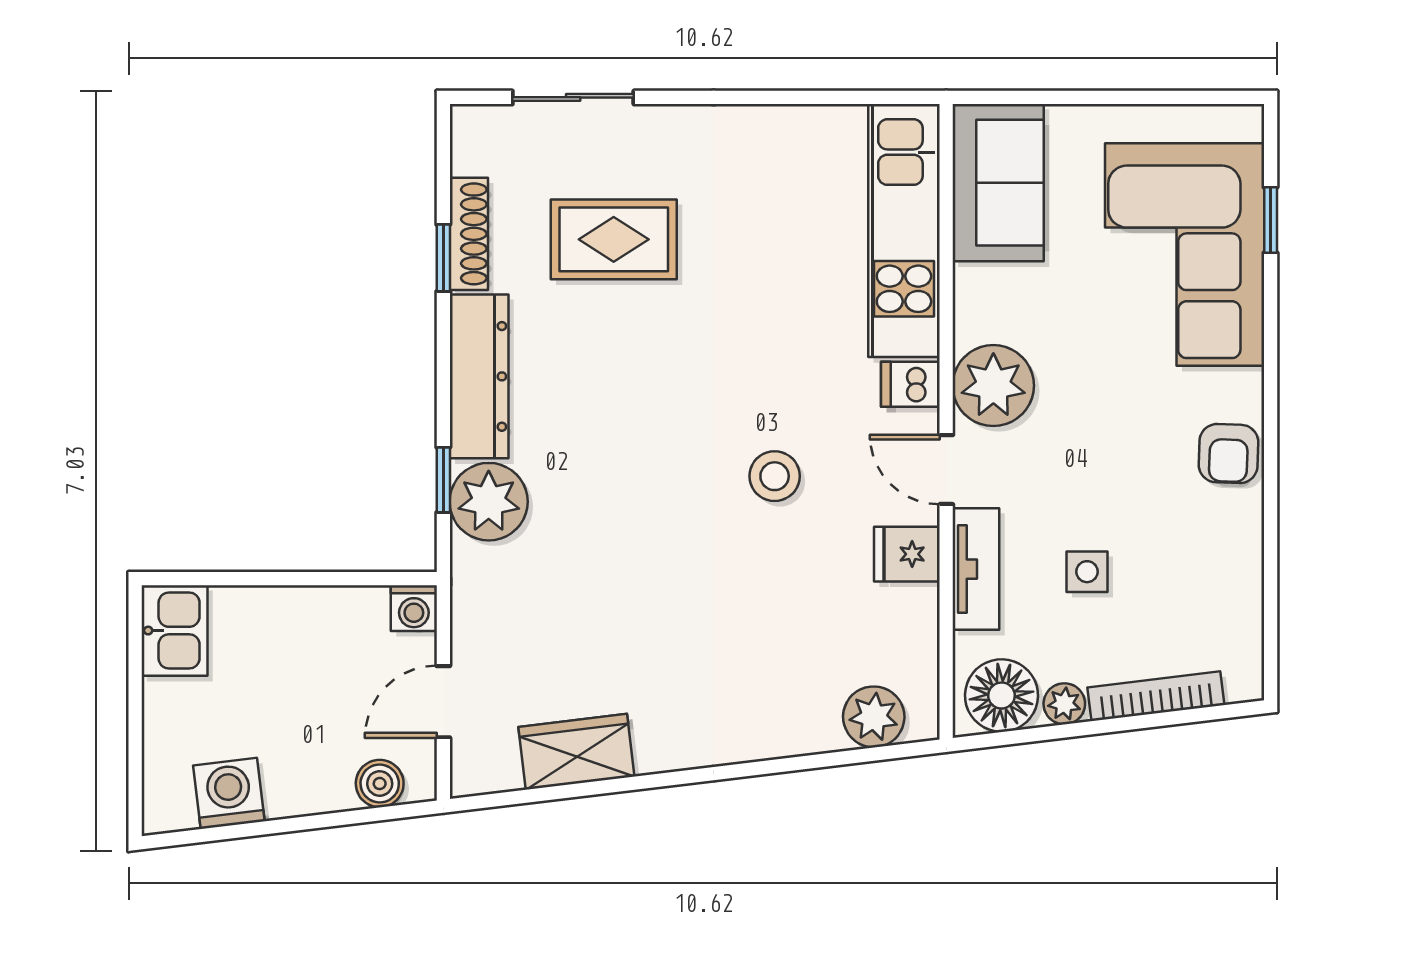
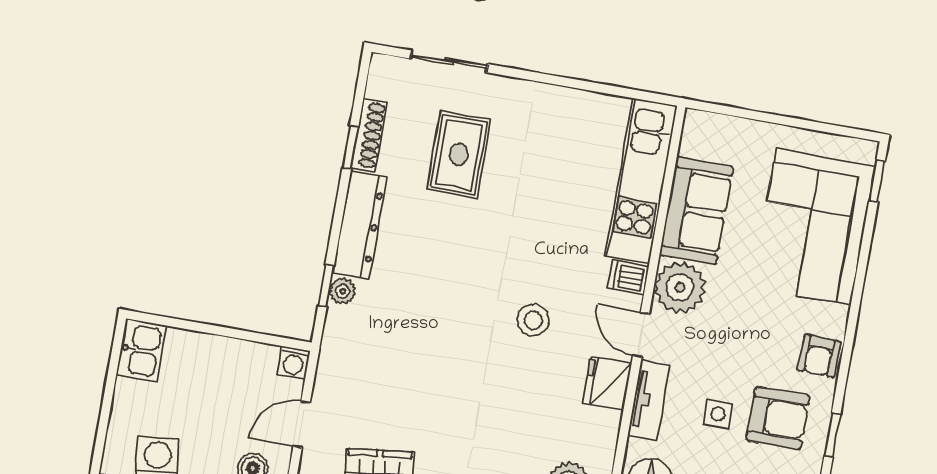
sofa: (998, 183) -> (696, 211), moved
window: (1271, 220) -> (877, 181), moved
rug: (614, 239) -> (459, 154), turned 90
plant: (489, 502) -> (343, 291), width x0.53, depth x0.53
fridge: (907, 554) -> (607, 383), width x1.38
armchair: (1182, 562) -> (778, 418), added
window: (1271, 573) -> (832, 435), added

